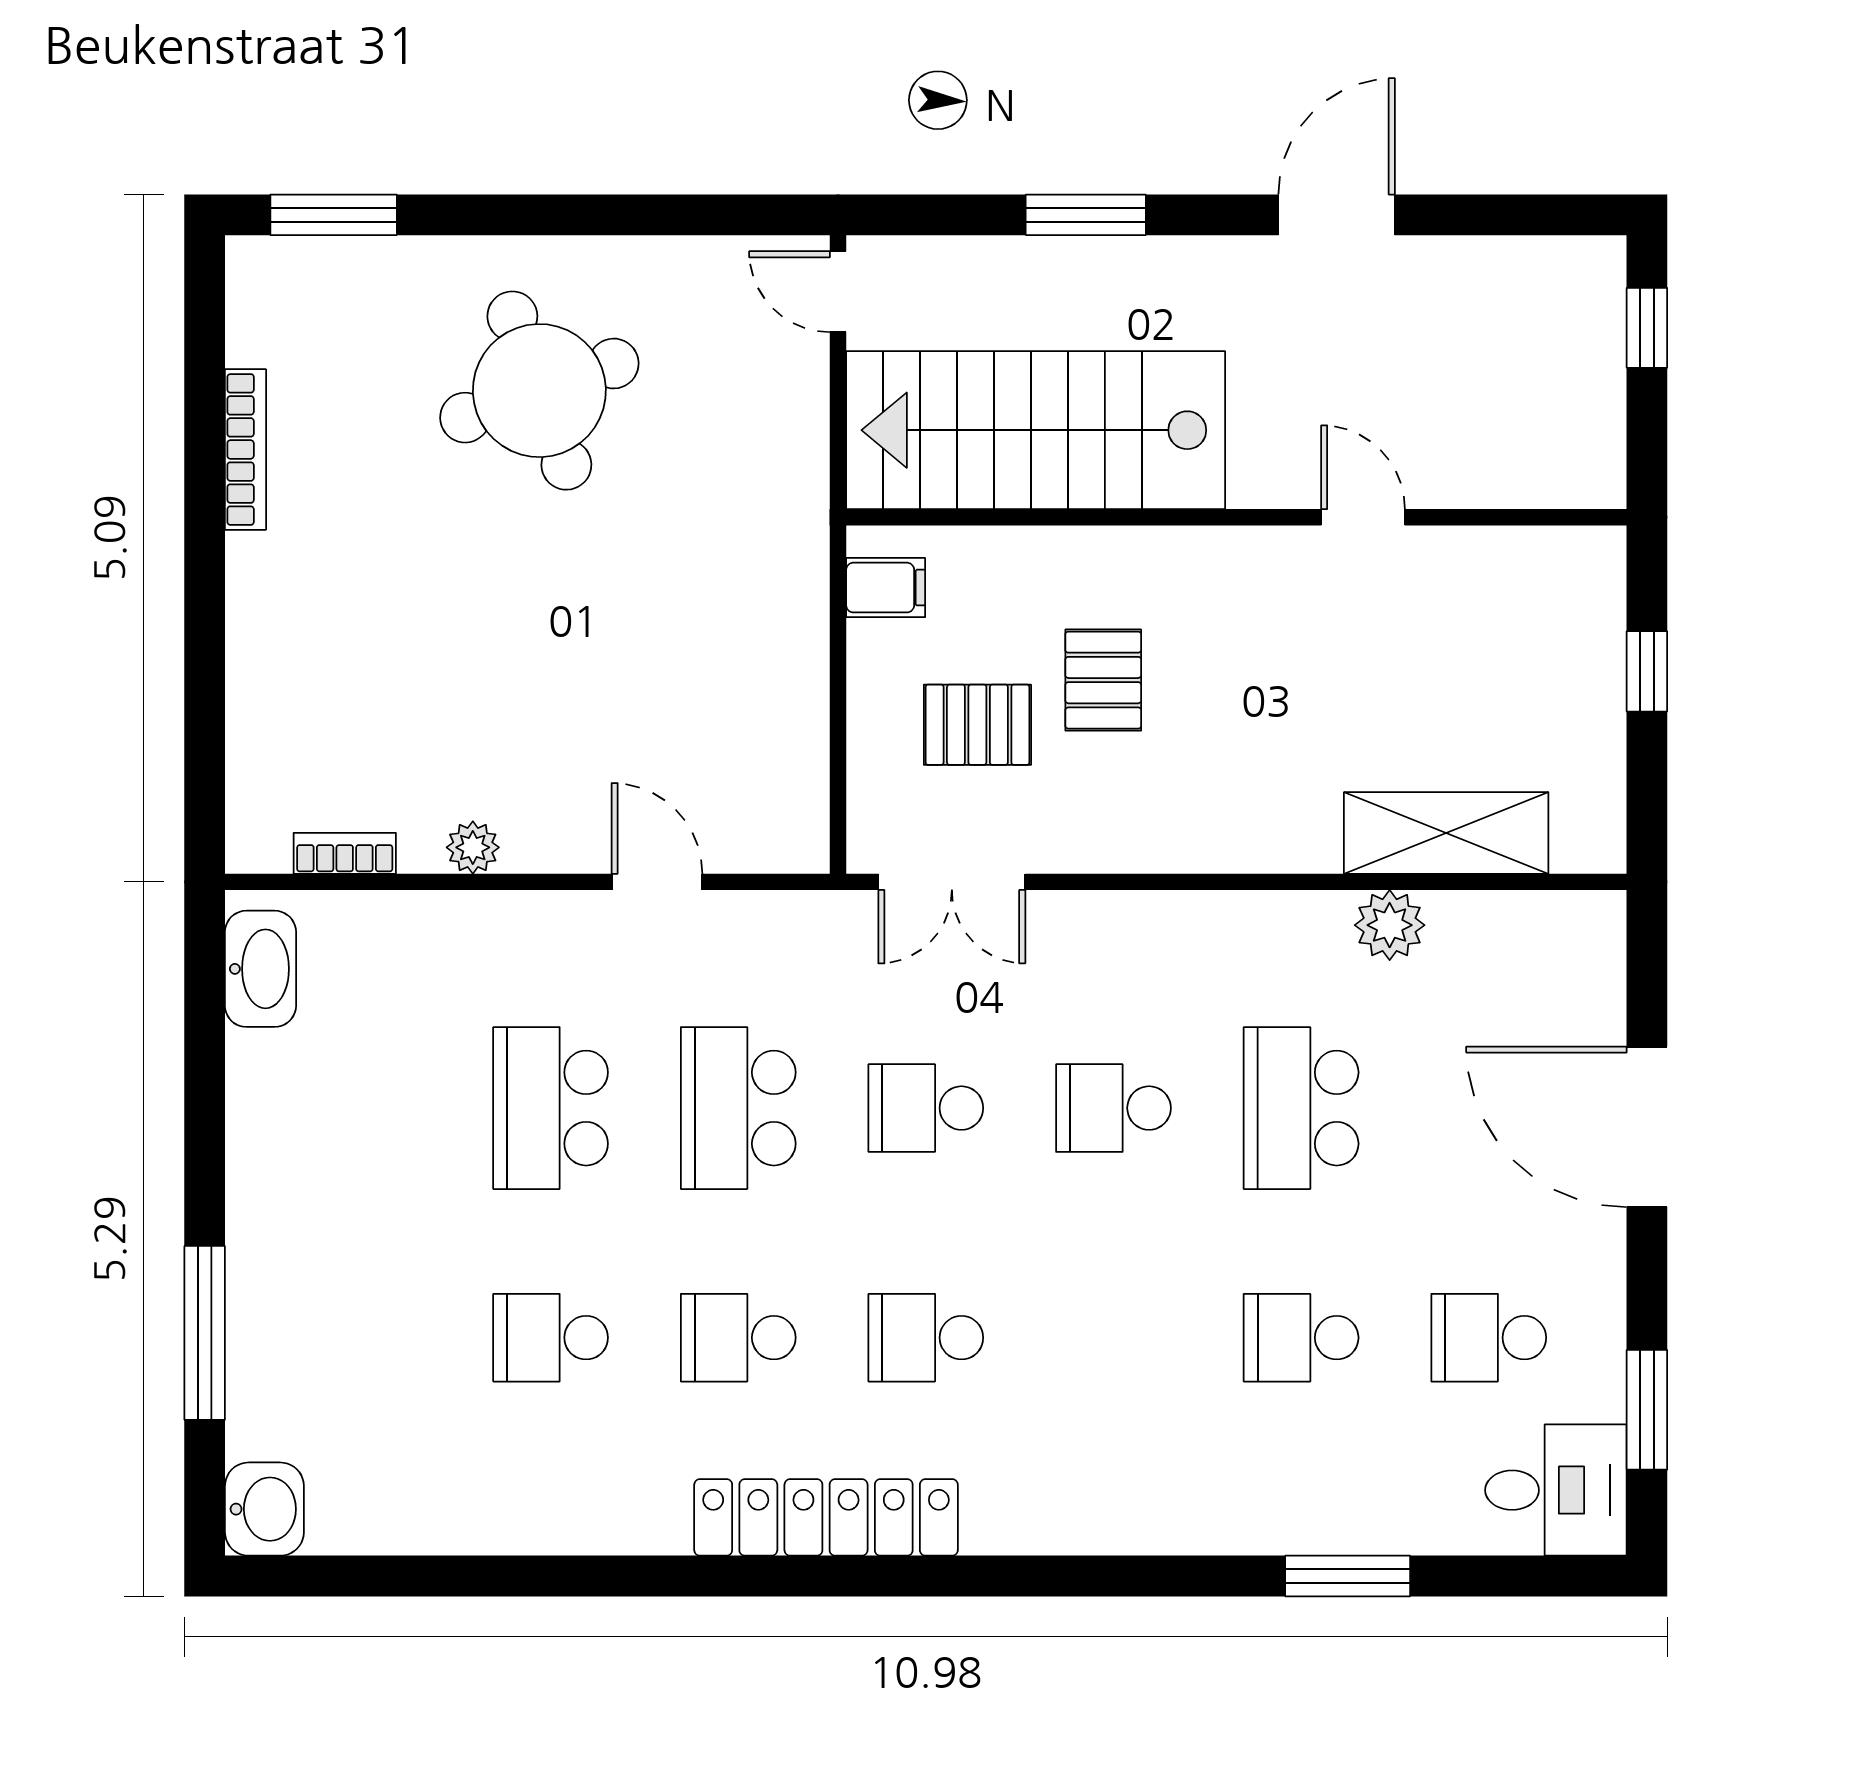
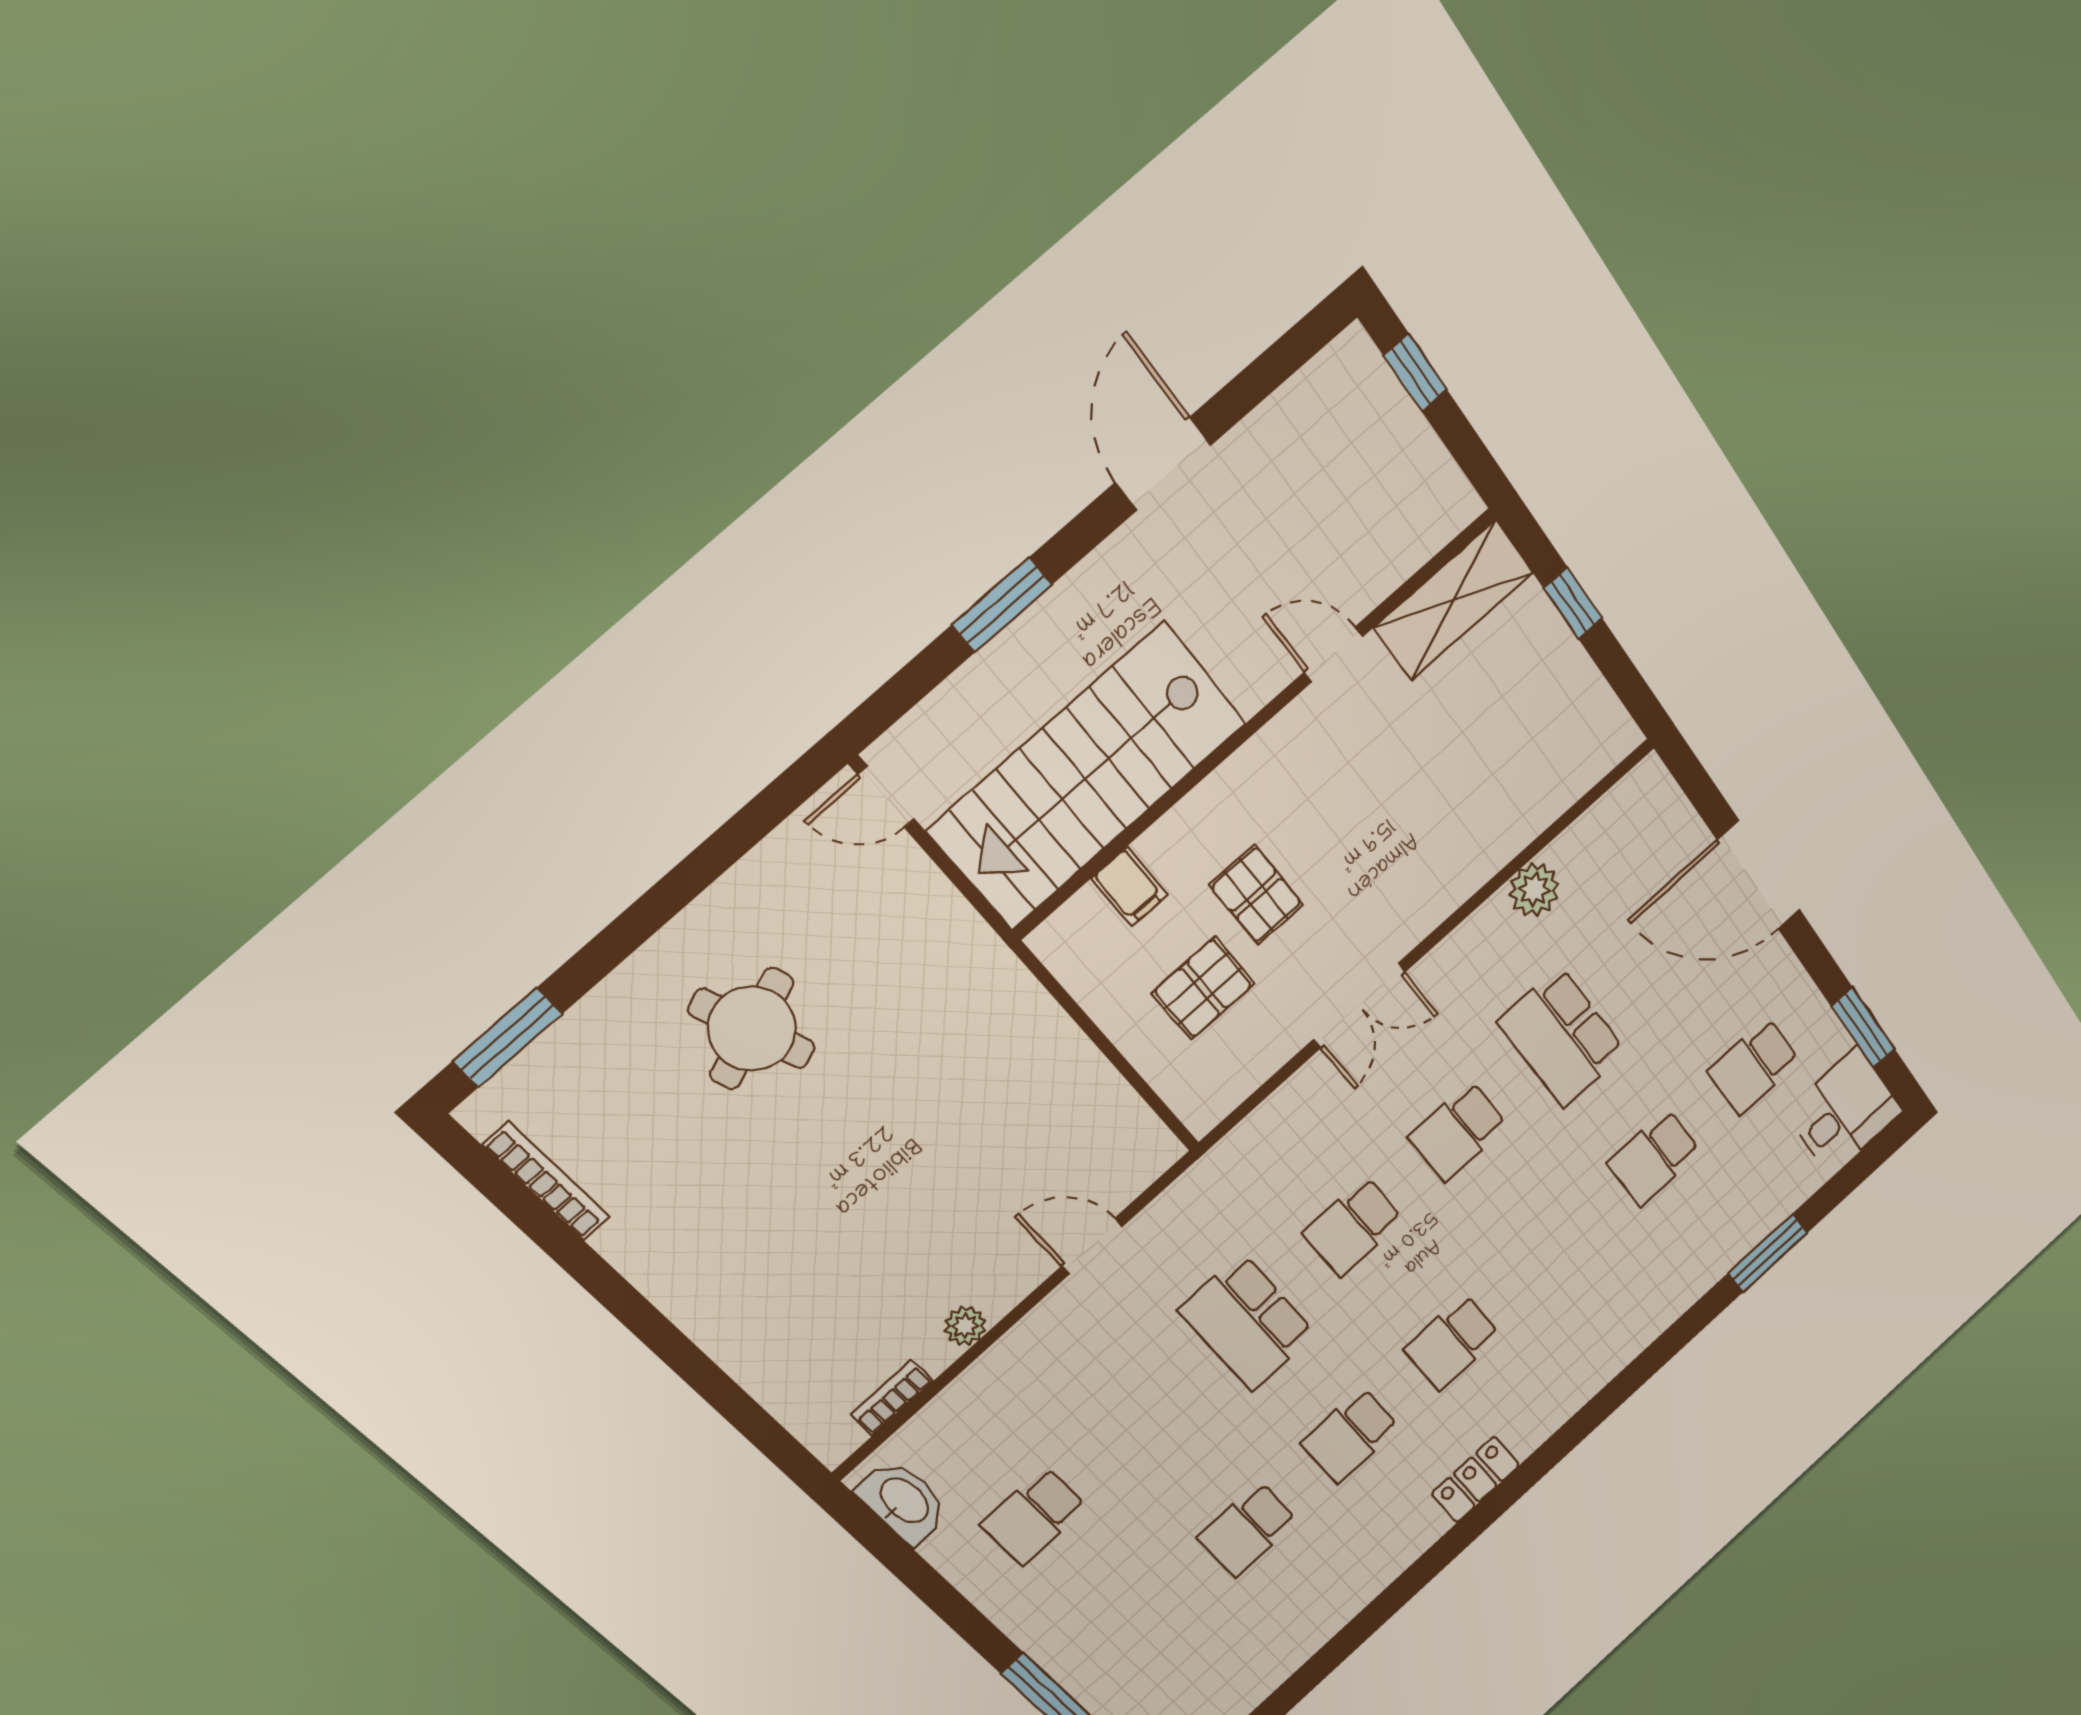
round table: (539, 391) -> (752, 1029), width x0.73, depth x0.73
bookcase: (246, 449) -> (547, 1181), moved
filing cabinet: (886, 588) -> (1129, 887), moved, turned 90
shelving: (1446, 833) -> (1454, 600), moved
double door: (952, 882) -> (1359, 1006), moved
school desk: (551, 1108) -> (1034, 1516), moved, width x0.54
locker: (826, 1517) -> (1476, 1479), width x0.46, depth x0.83

